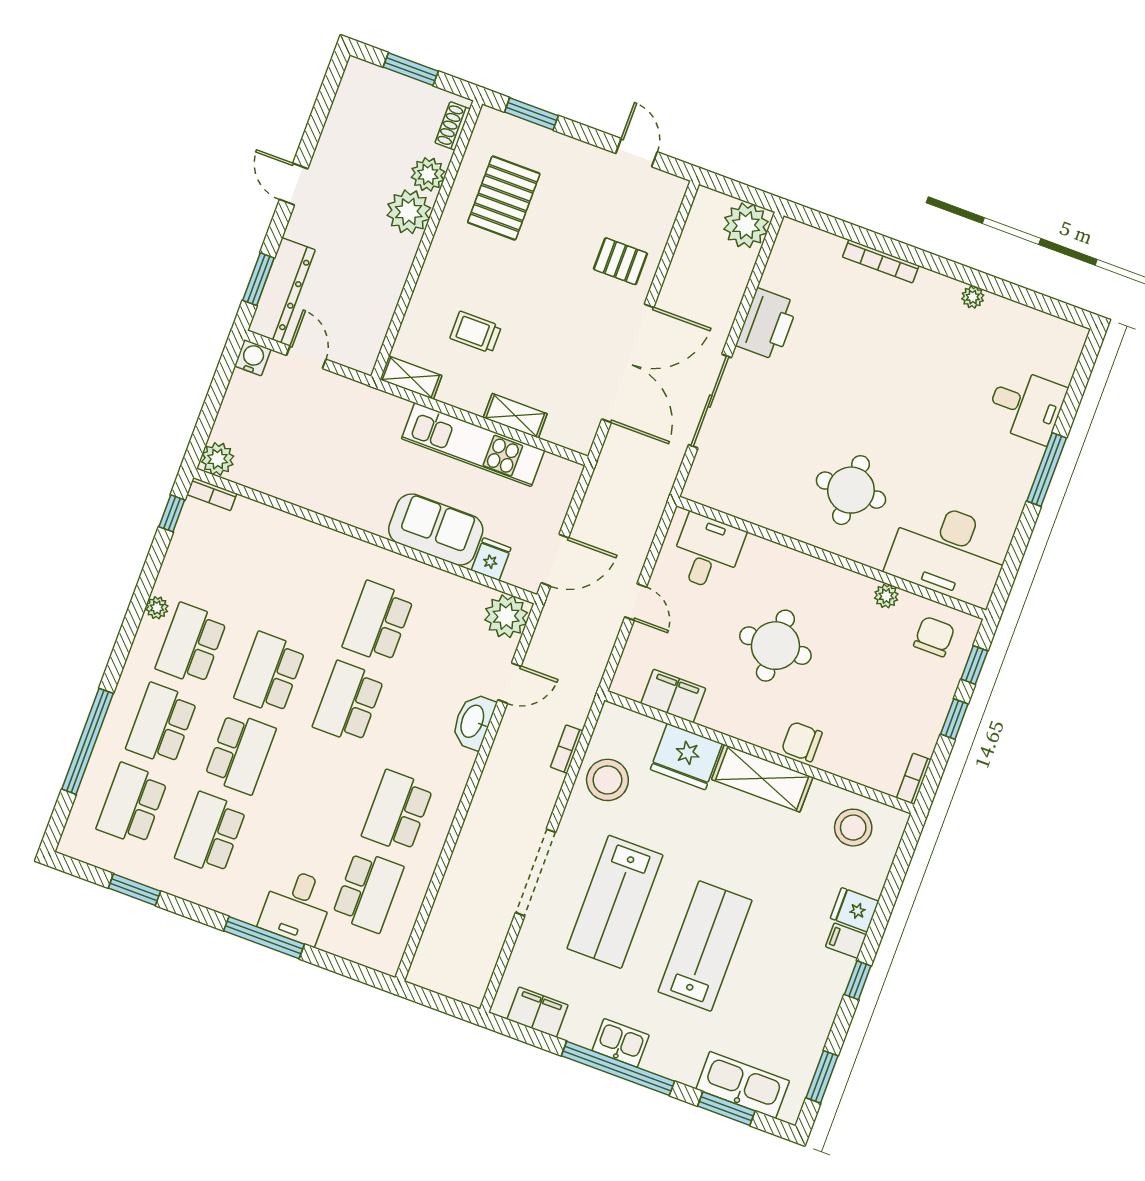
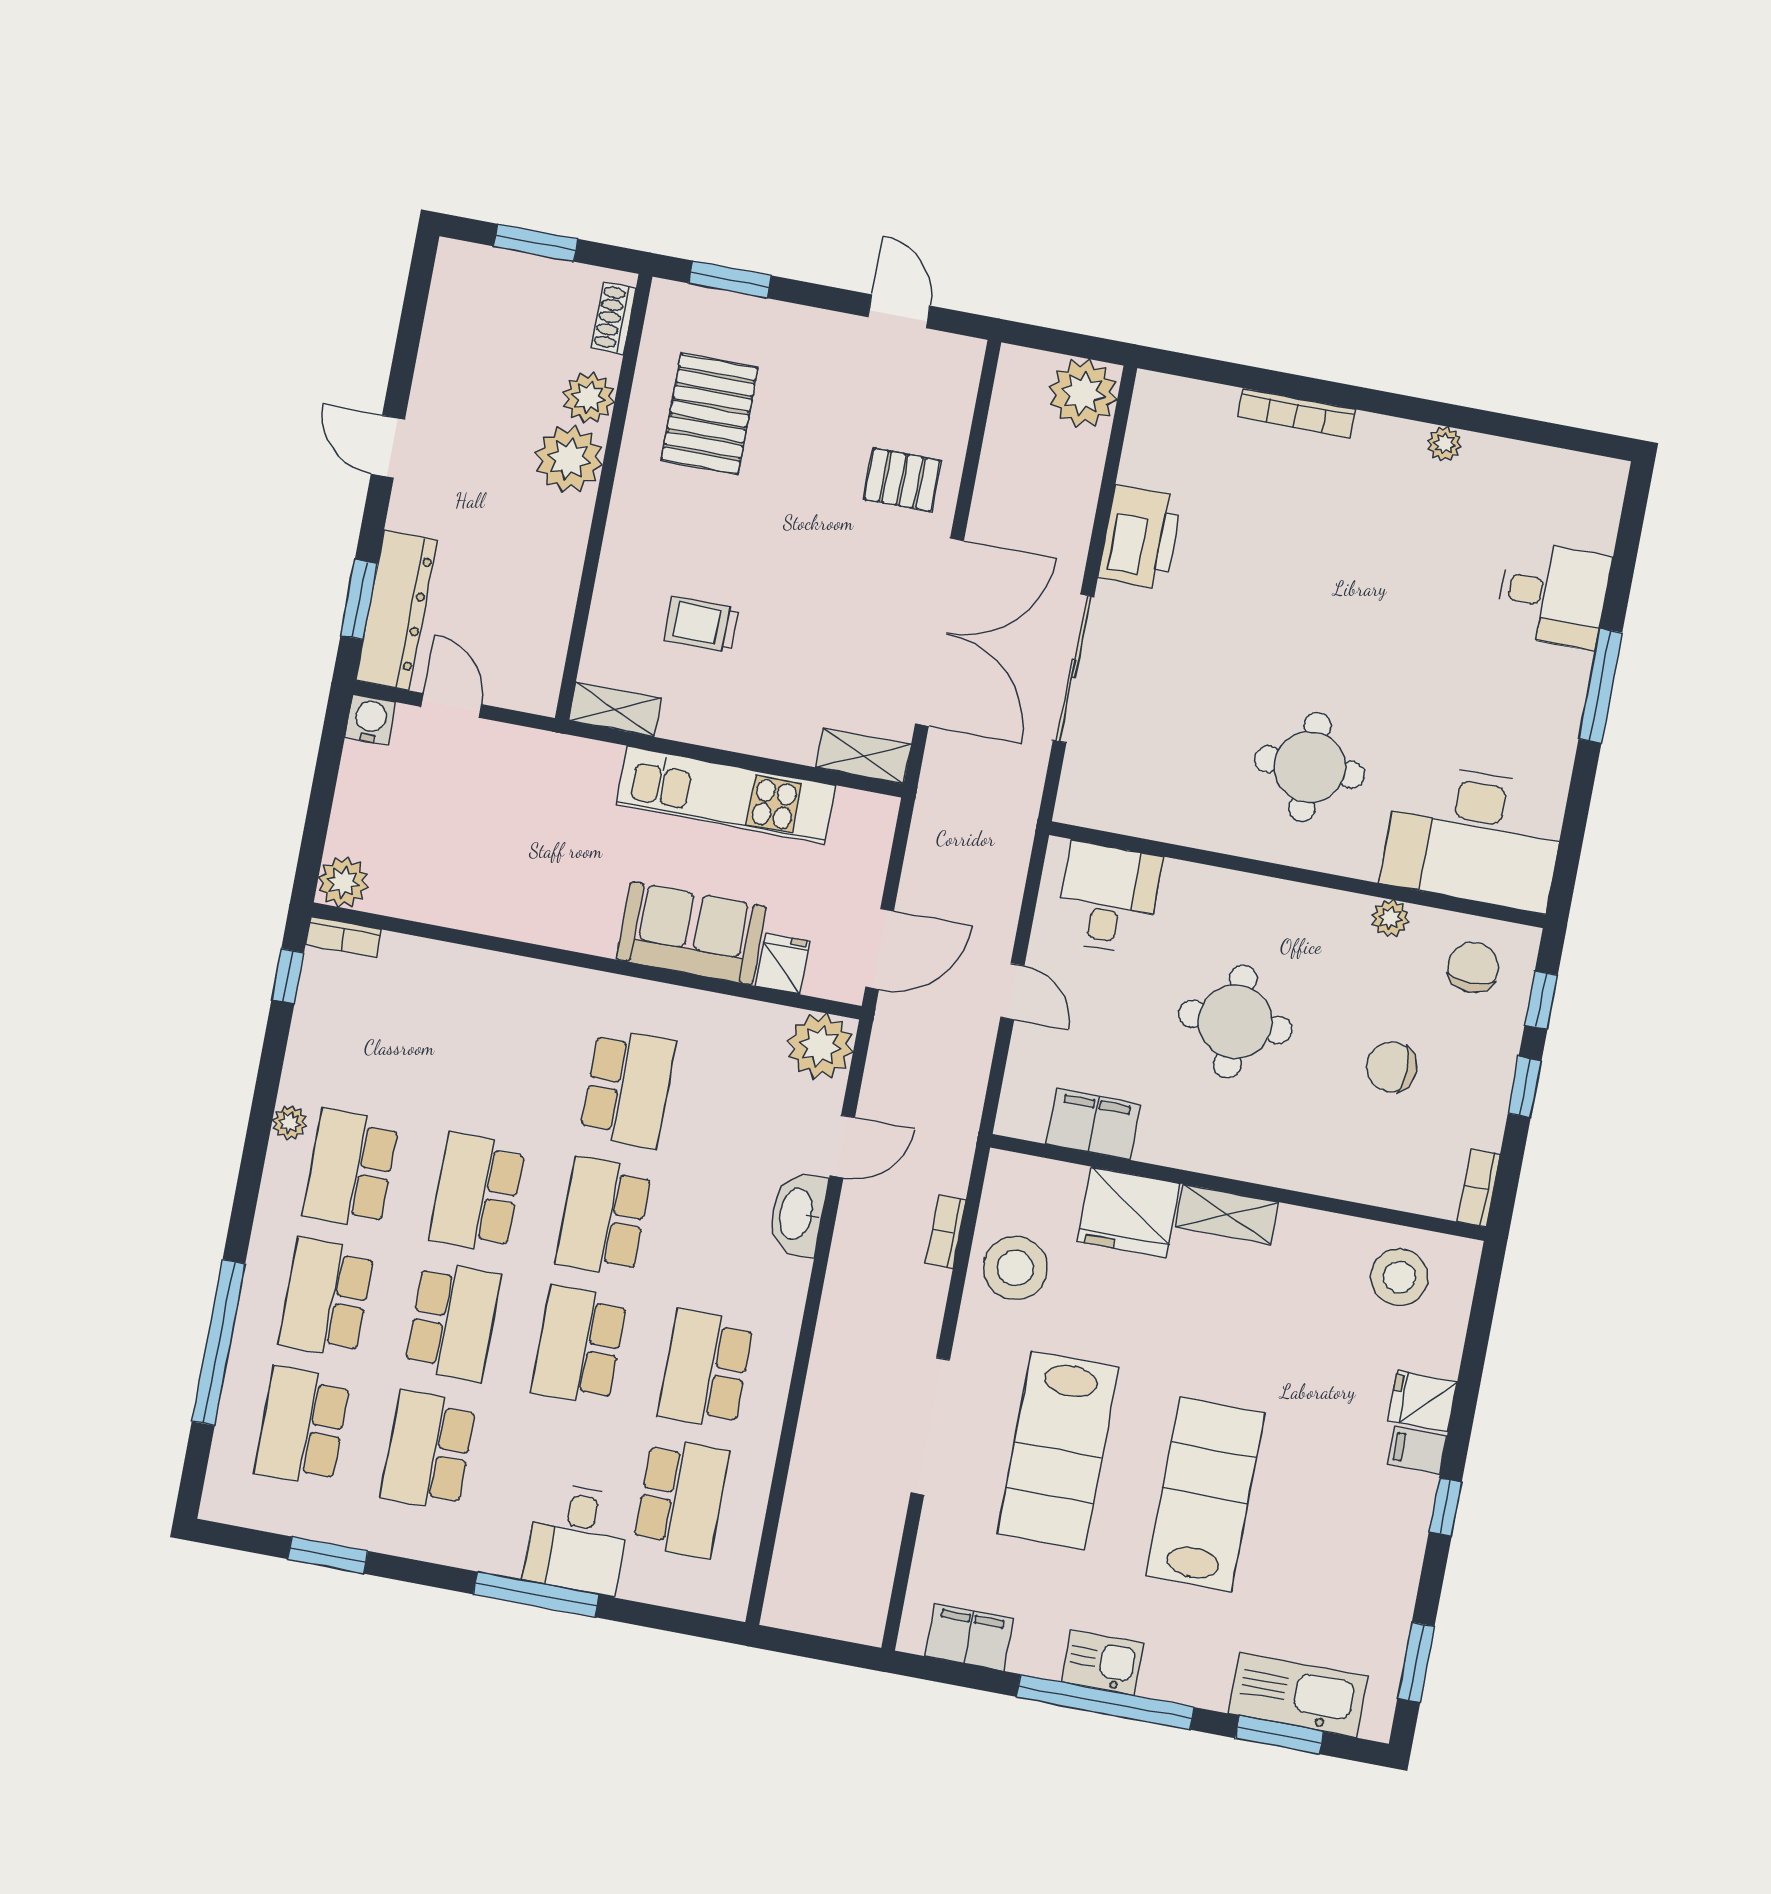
shelving: (515, 416) -> (863, 756), moved
school desk: (378, 622) -> (628, 1088), turned 180
chair: (802, 742) -> (1392, 1067), moved
shelving: (762, 778) -> (1227, 1214), width x0.67, depth x0.75
school desk: (319, 782) -> (579, 1345), added

